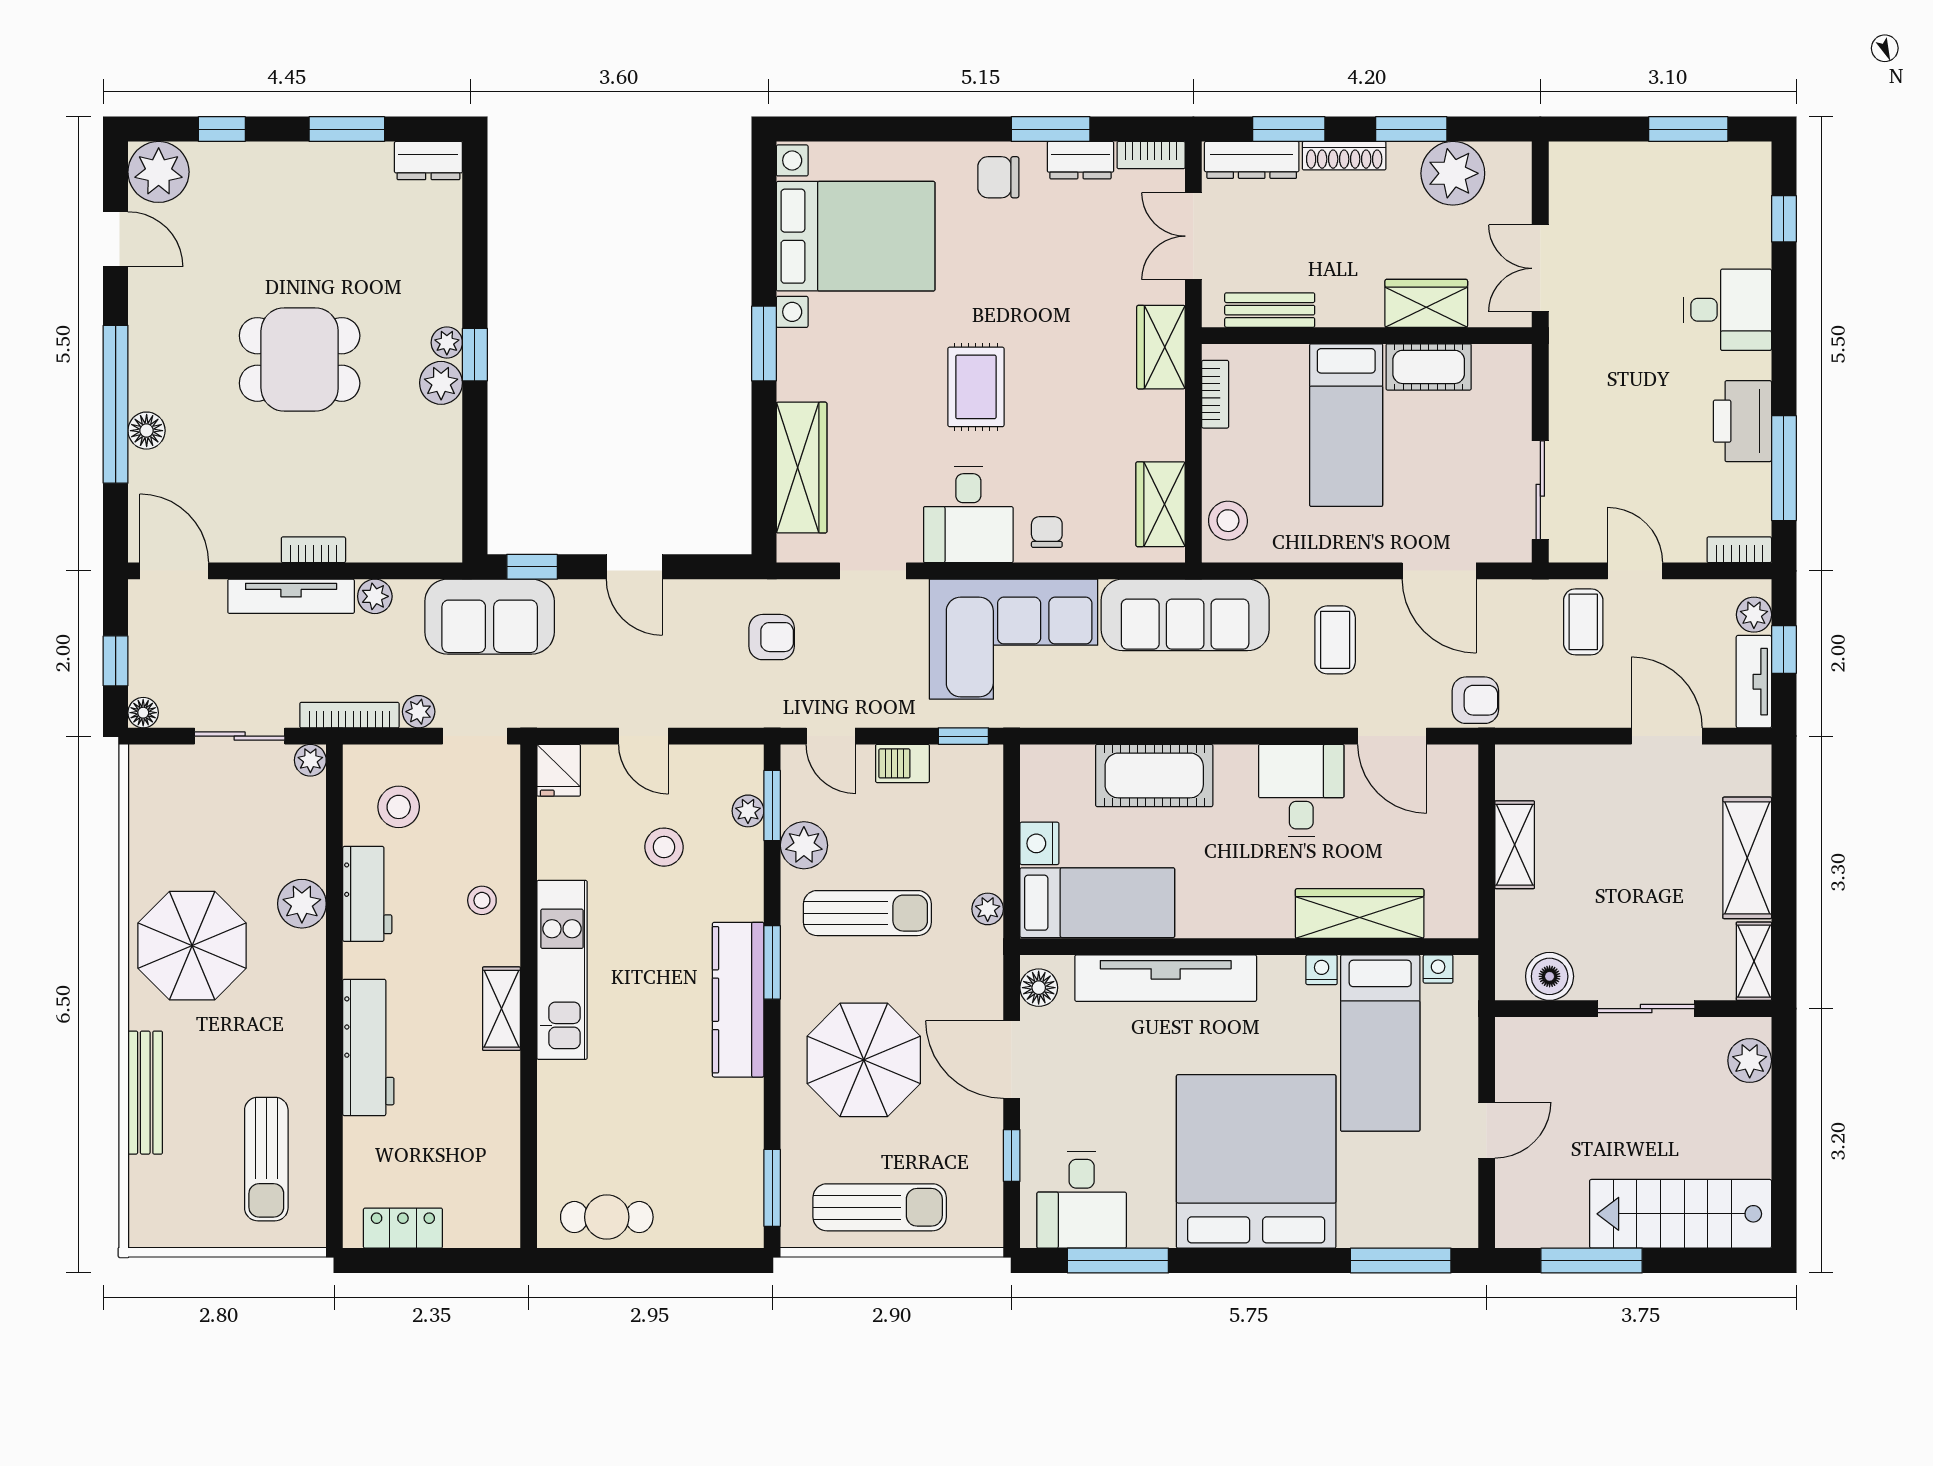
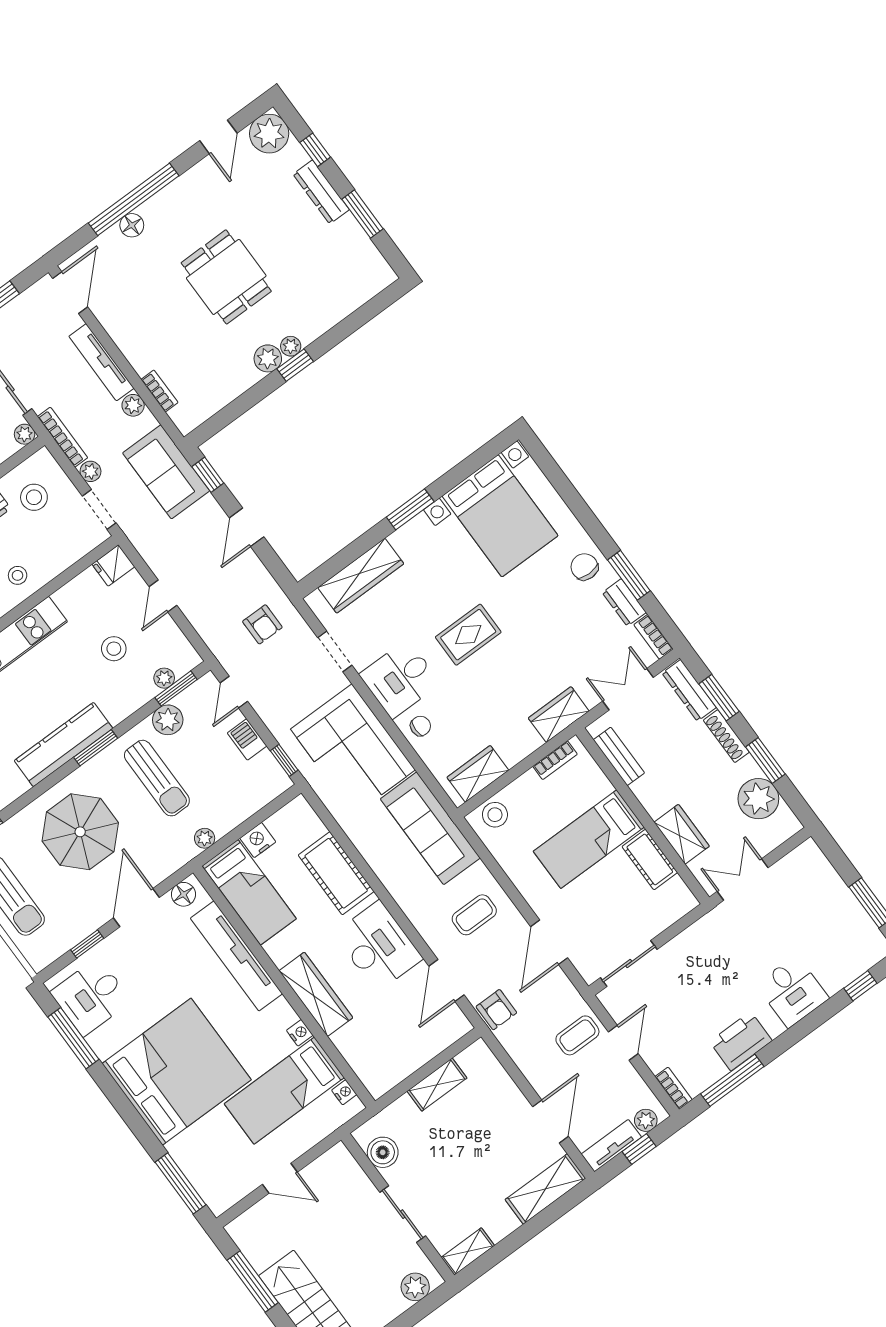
dresser: (428, 161) -> (321, 192), moved, width x1.44
bookcase: (313, 550) -> (159, 391), moved
desk: (1301, 790) -> (378, 946), width x1.37
shelving: (1747, 858) -> (545, 1189), moved
wardrobe: (1360, 914) -> (316, 994), moved

